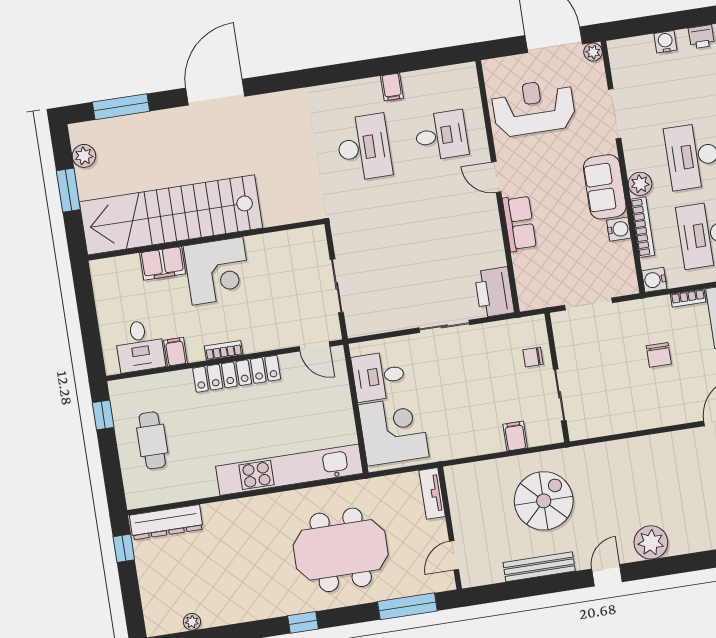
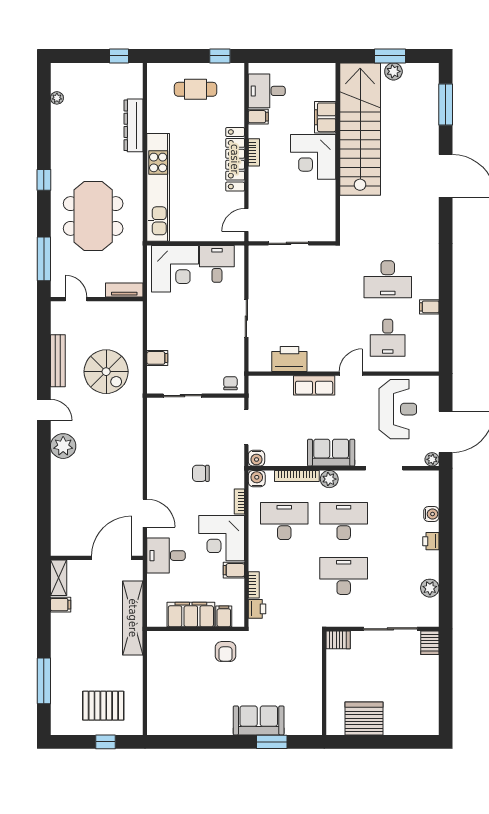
plant: (84, 156) -> (393, 71), moved
water cooler: (619, 229) -> (256, 458), moved
printer: (494, 292) -> (289, 359), moved
chair: (533, 357) -> (230, 383), moved
dresser: (166, 522) -> (133, 125), moved

